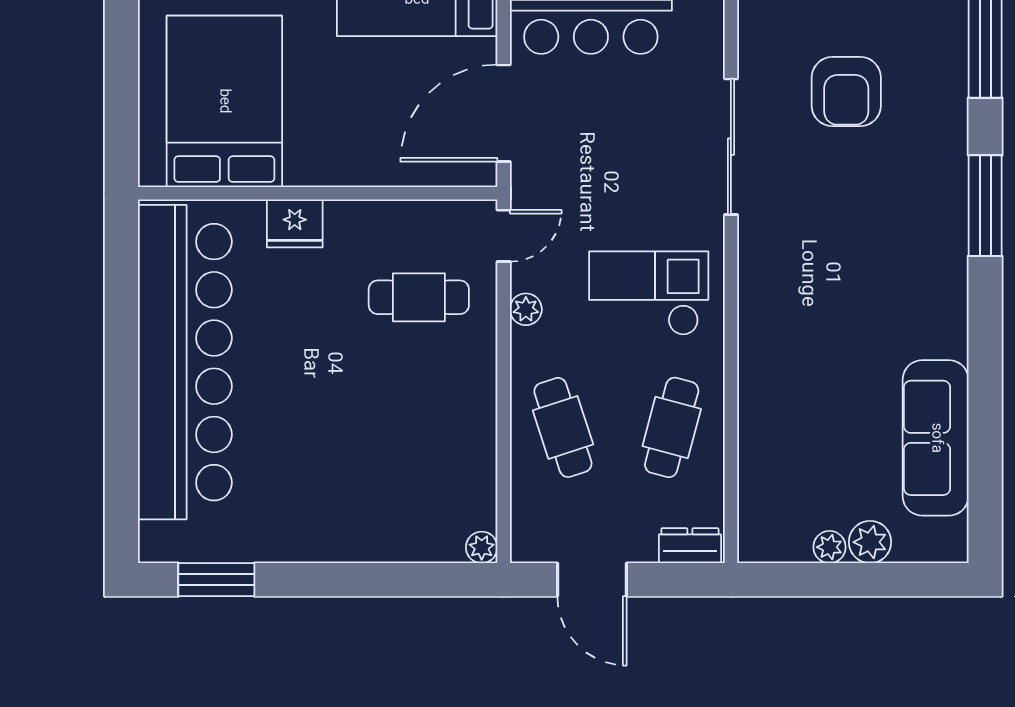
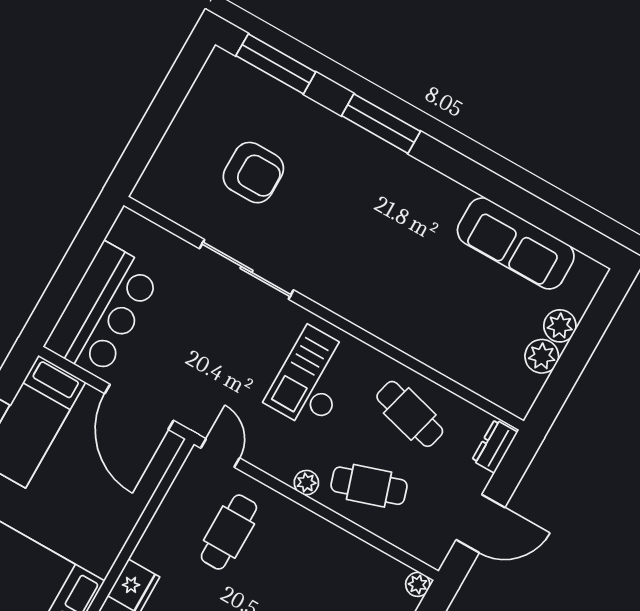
plant: (526, 309) -> (306, 483), moved
plant: (829, 547) -> (542, 356), width x1.38, depth x1.38

